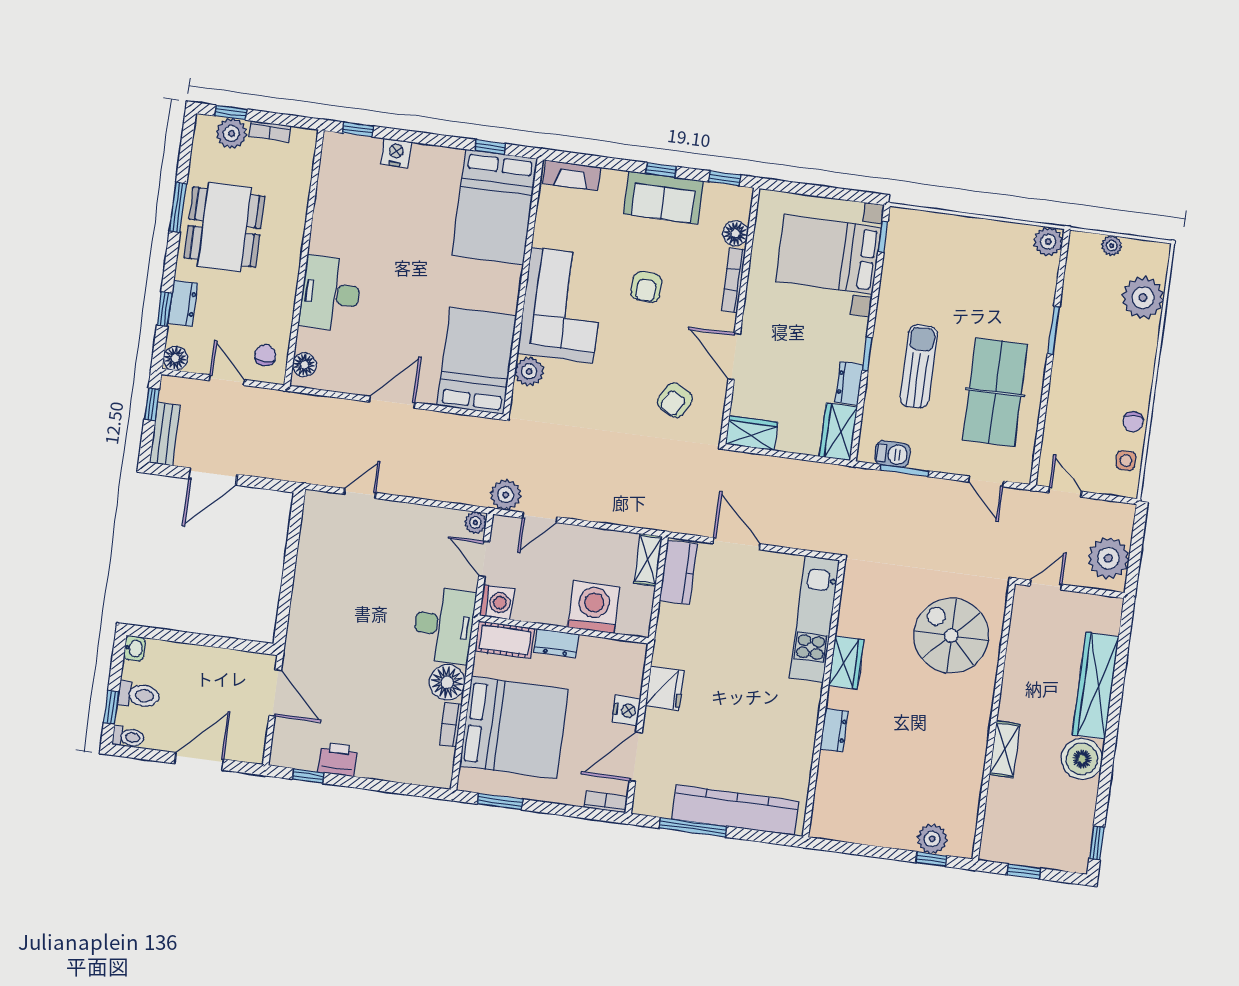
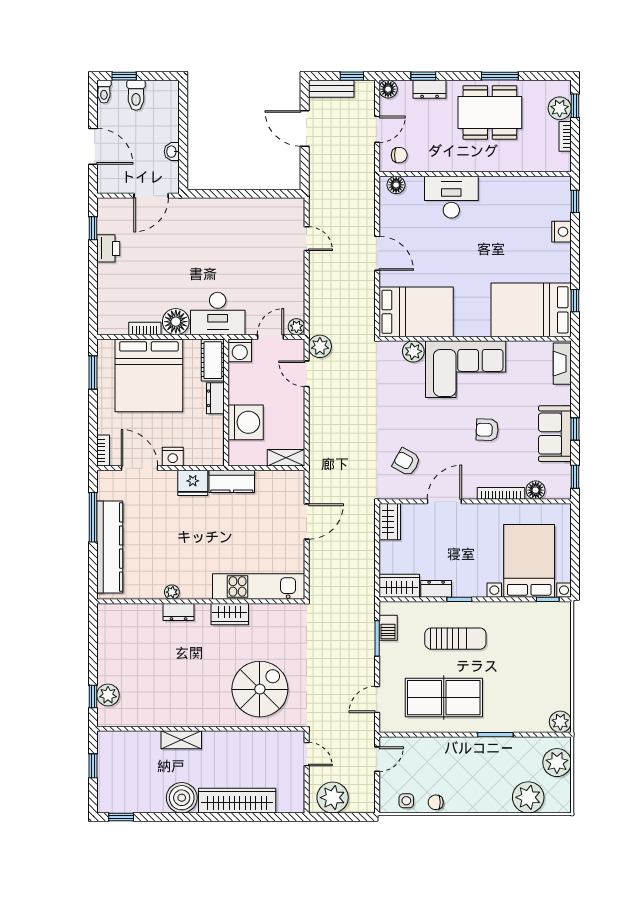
plant: (1112, 246) -> (557, 763), width x1.87, depth x1.87
kitchen counter: (678, 572) -> (232, 481), moved
washbasin: (134, 648) -> (172, 152), moved, turned 90
plant: (806, 736) -> (172, 592), added

